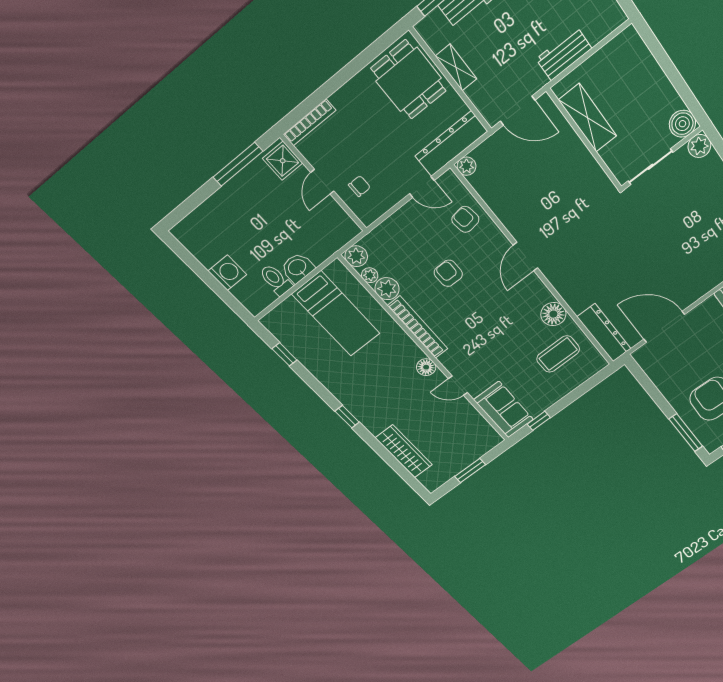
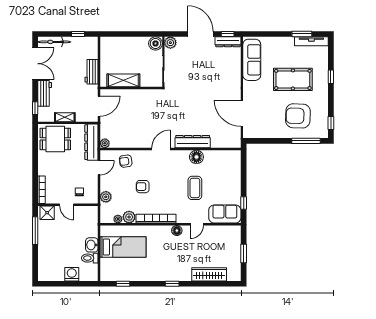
plant: (356, 256) -> (106, 197), moved
door: (525, 257) -> (161, 149), swing flipped
door: (664, 327) -> (242, 113), hinge flipped
dresser: (604, 333) -> (193, 142), moved
coffee table: (558, 354) -> (195, 188), moved

